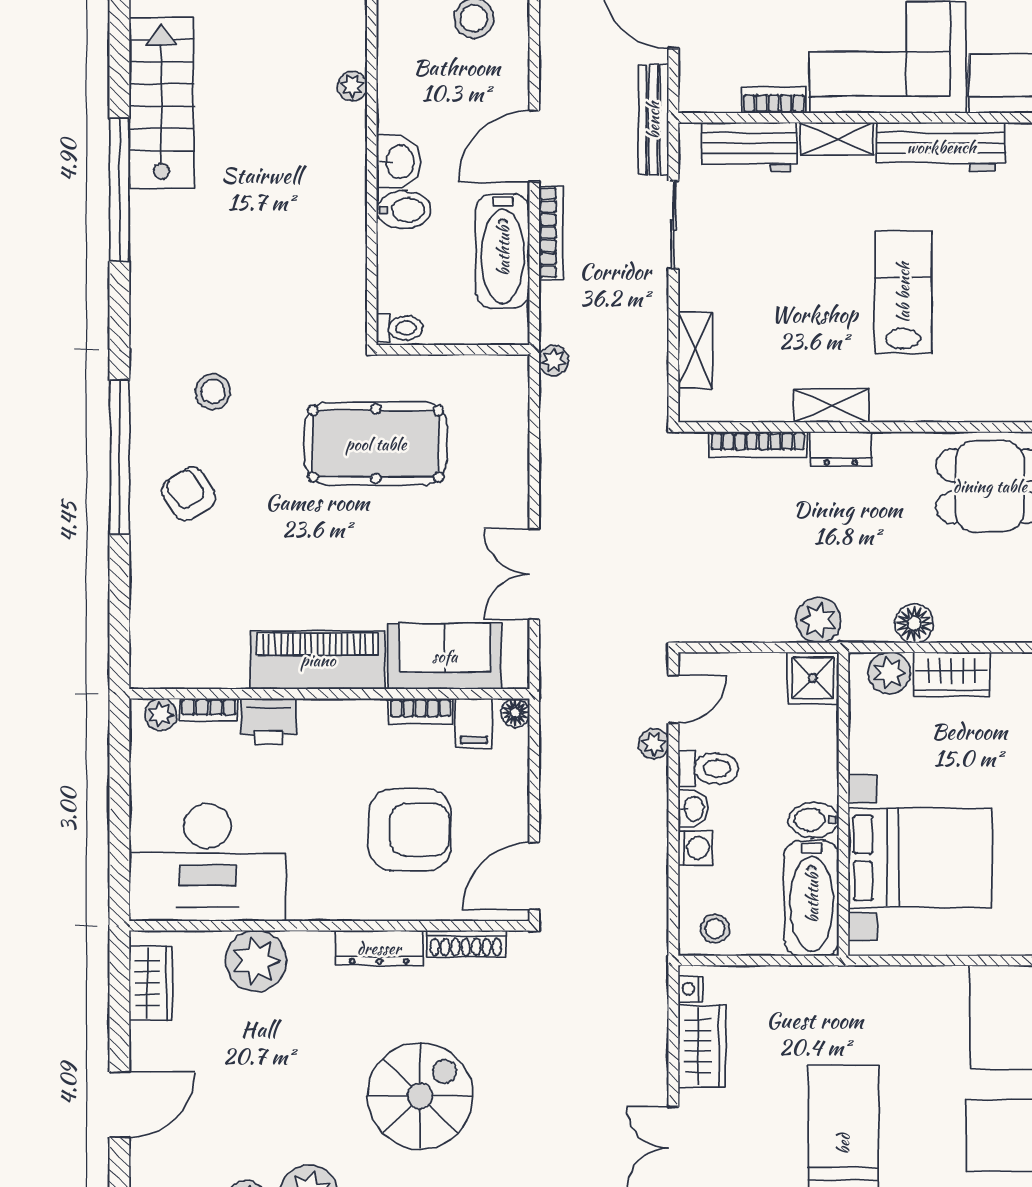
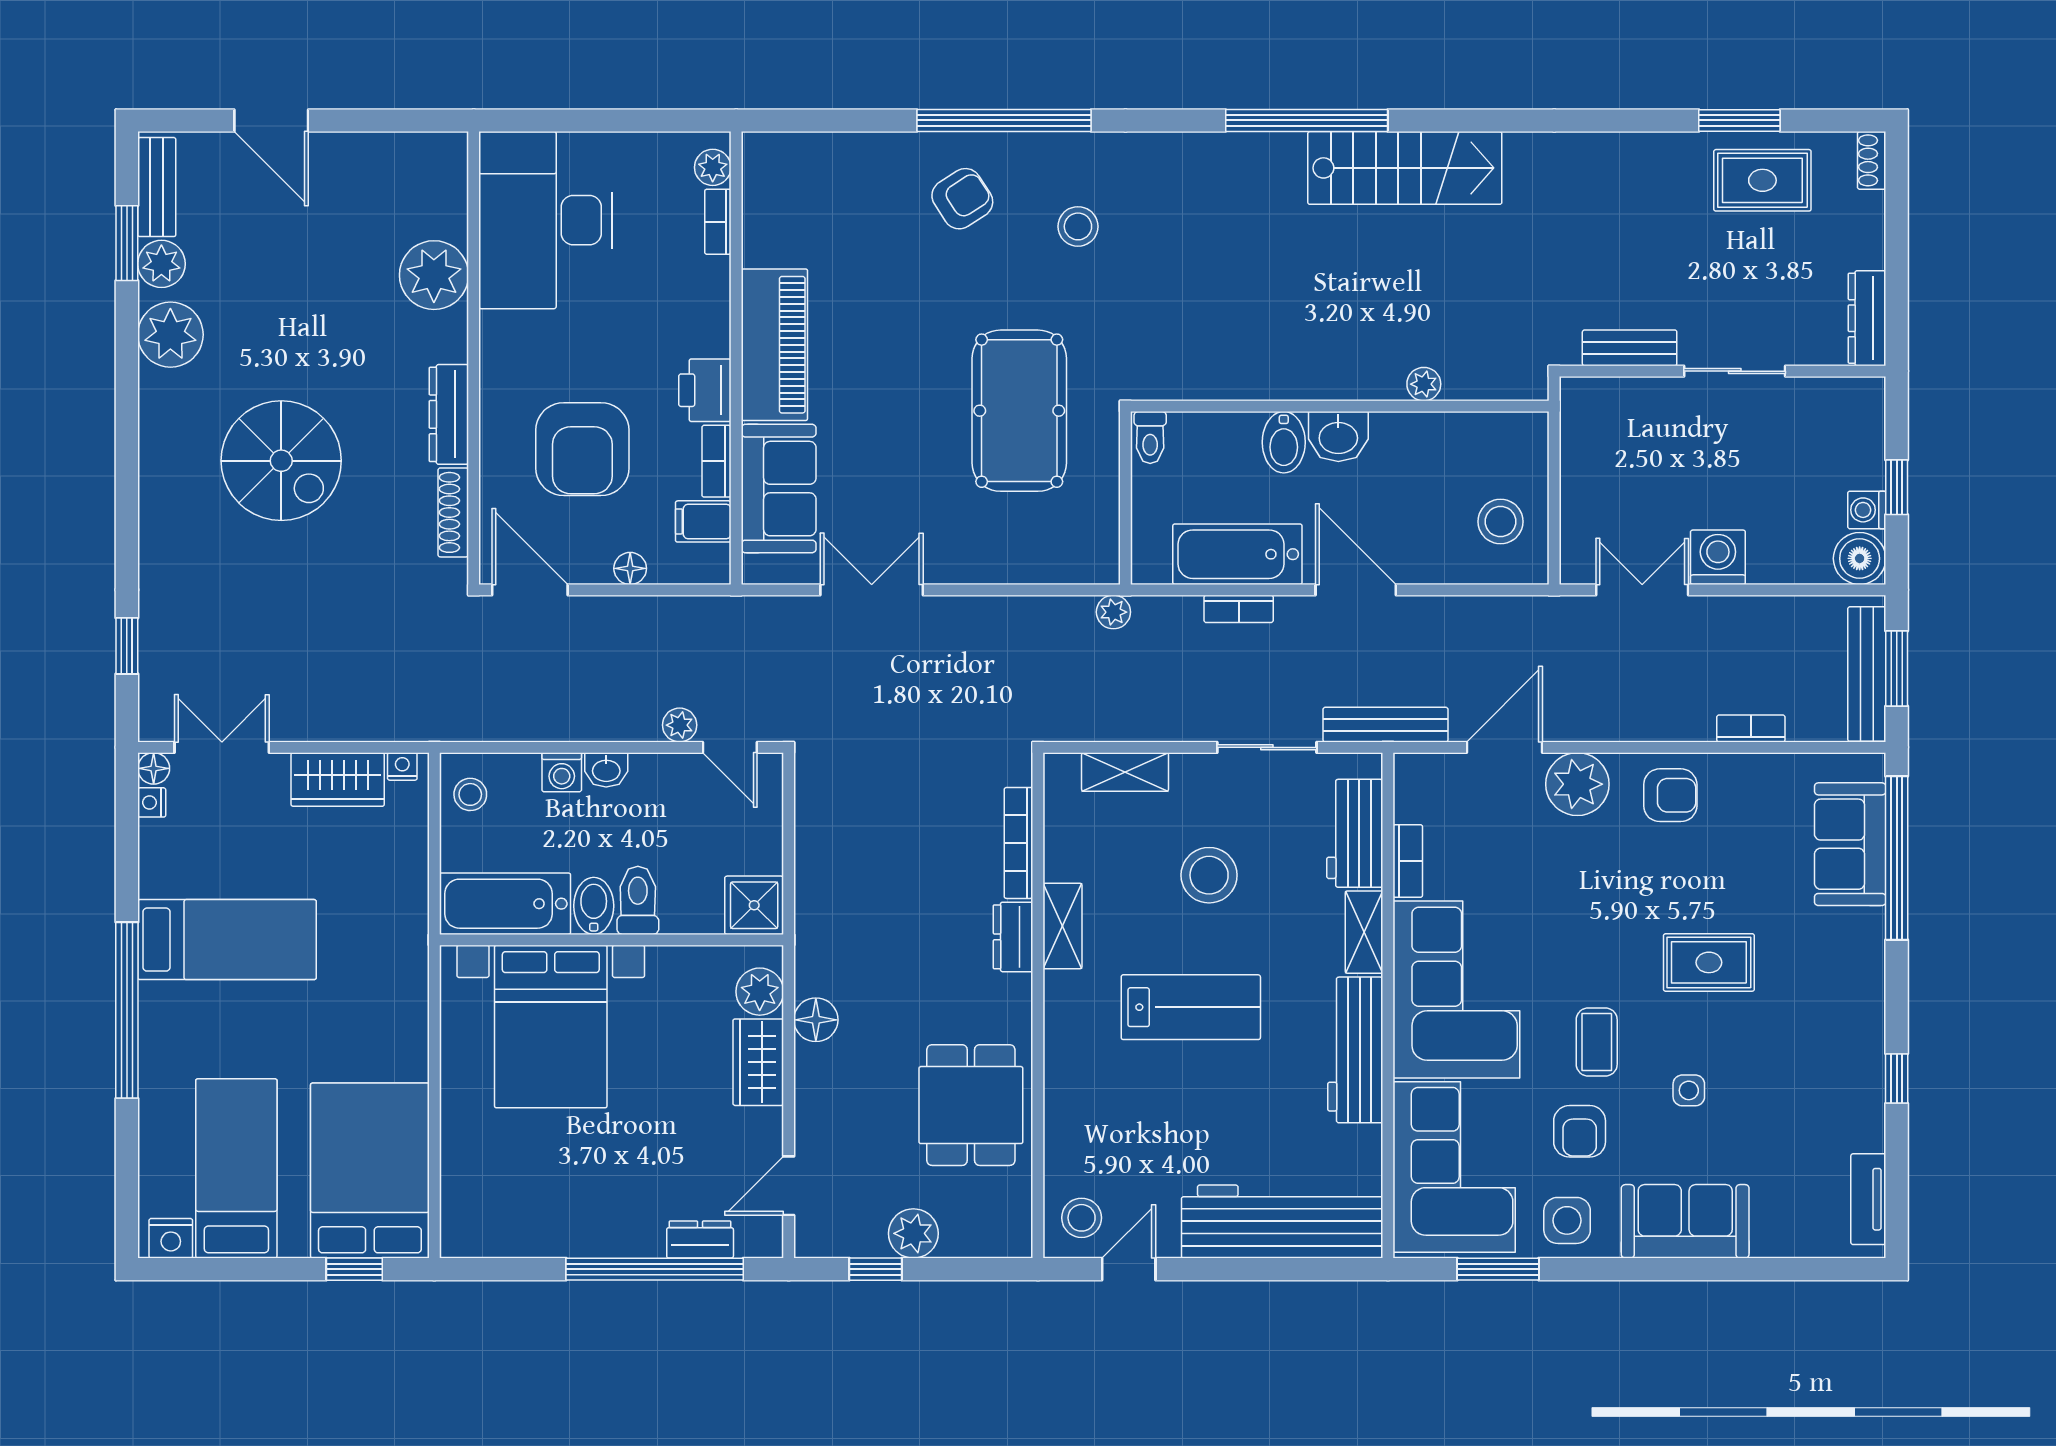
bookcase: (551, 233) -> (1239, 609), width x0.64
stool: (786, 276) -> (1209, 875), added
plant: (818, 620) -> (820, 911), removed
floor lamp: (515, 713) -> (630, 568), moved
printer: (269, 721) -> (705, 390), moved
toilet: (708, 768) -> (638, 900), moved, turned 180
wardrobe: (151, 983) -> (409, 156), removed

